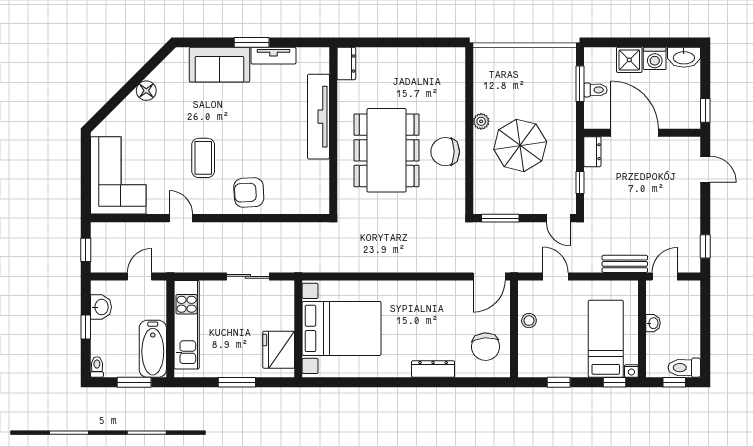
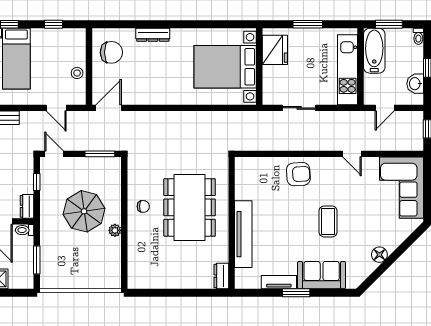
toilet: (595, 90) -> (25, 230), moved
chair: (445, 152) -> (143, 206), width x0.54, depth x0.54
coffee table: (203, 158) -> (328, 221), moved
chair: (486, 347) -> (111, 52), turned 94

